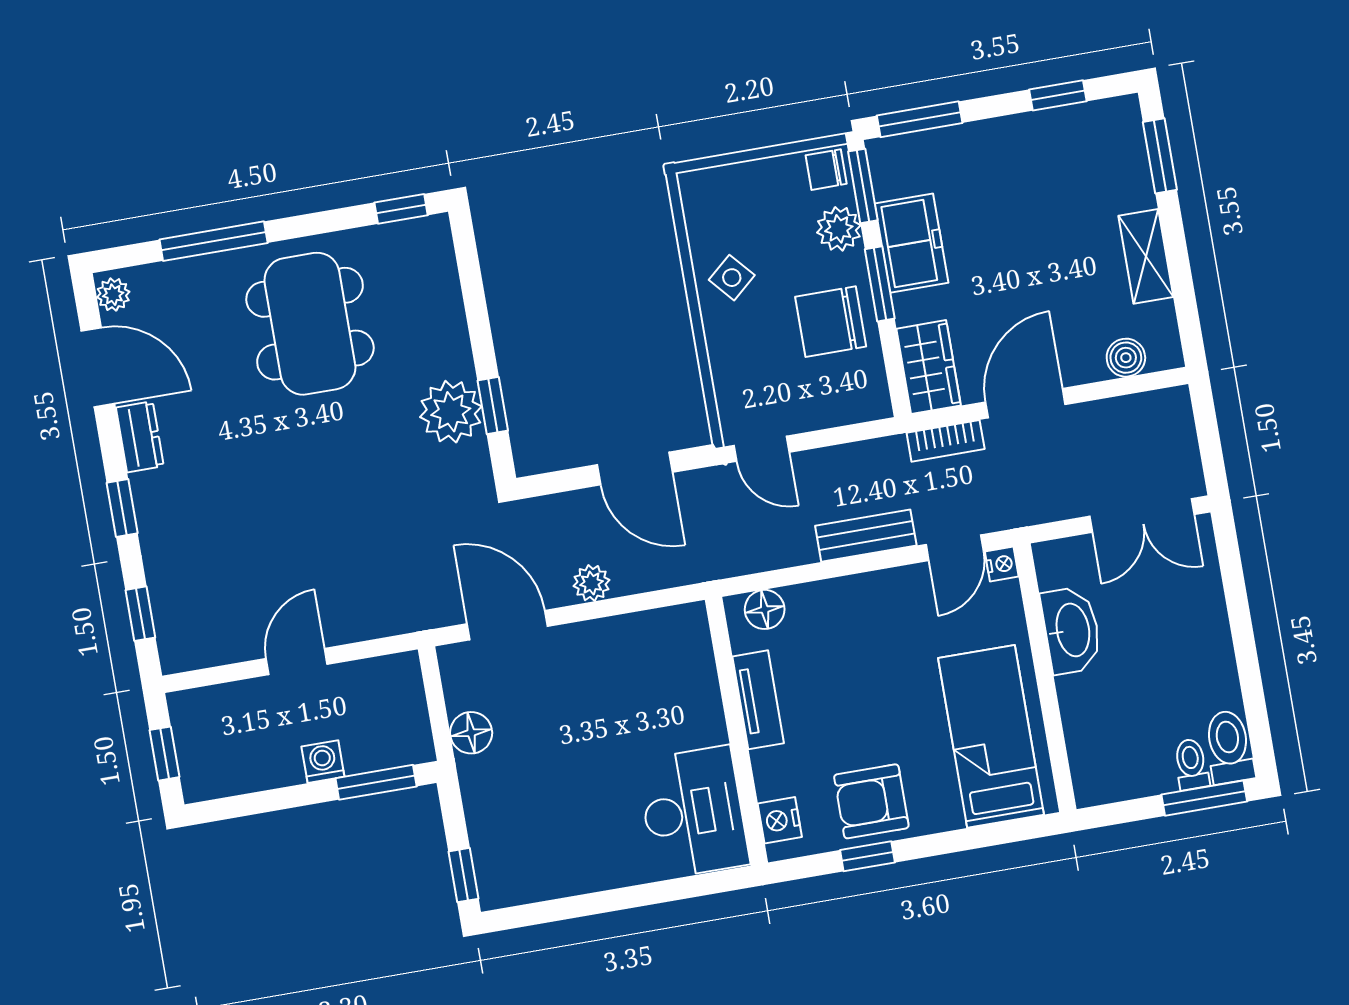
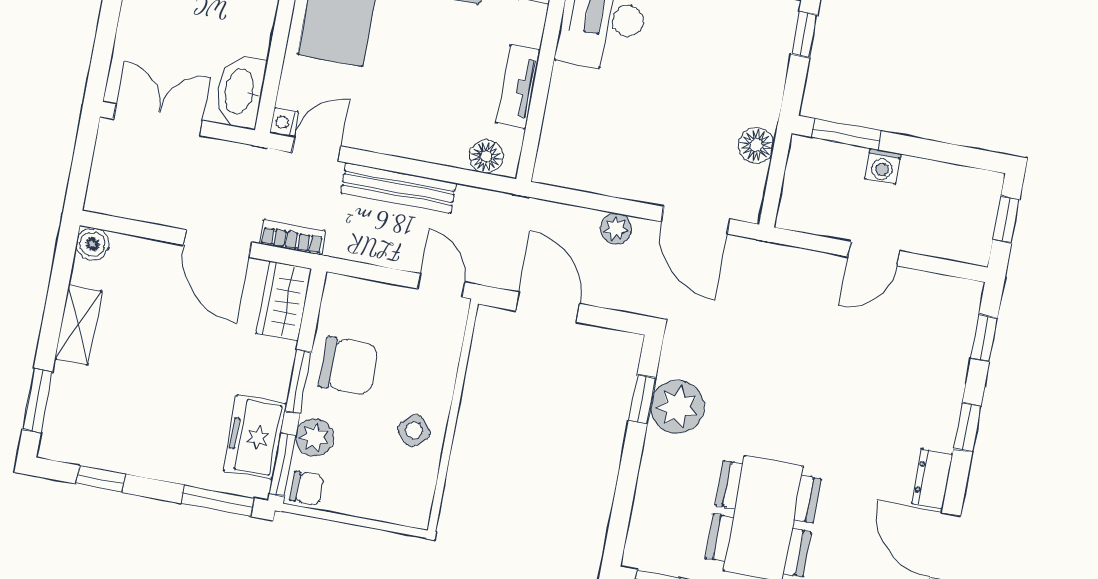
freezer: (912, 243) -> (255, 437), moved
boiler: (1126, 358) -> (92, 244), moved
door: (1025, 403) -> (218, 244), hinge flipped
bench: (866, 536) -> (398, 188), width x1.36
washbasin: (1071, 630) -> (240, 91), moved

